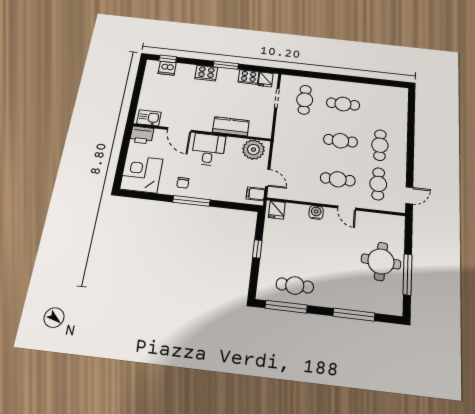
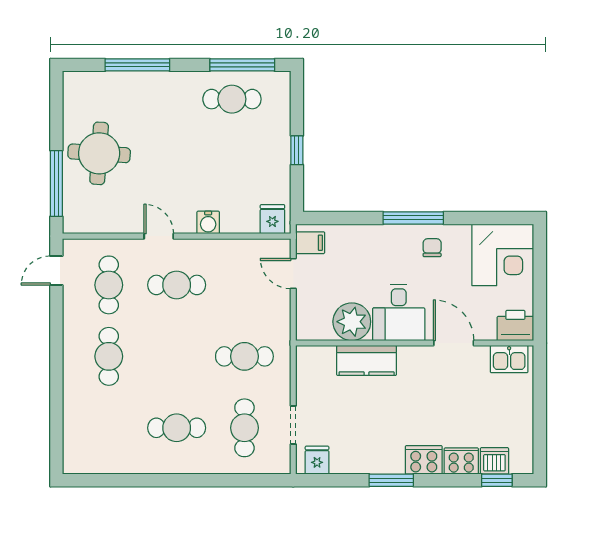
cooker: (249, 77) -> (461, 461), moved
cafe table: (340, 141) -> (244, 356), moved
plant: (253, 150) -> (352, 322), moved
window: (408, 274) -> (56, 184), moved

